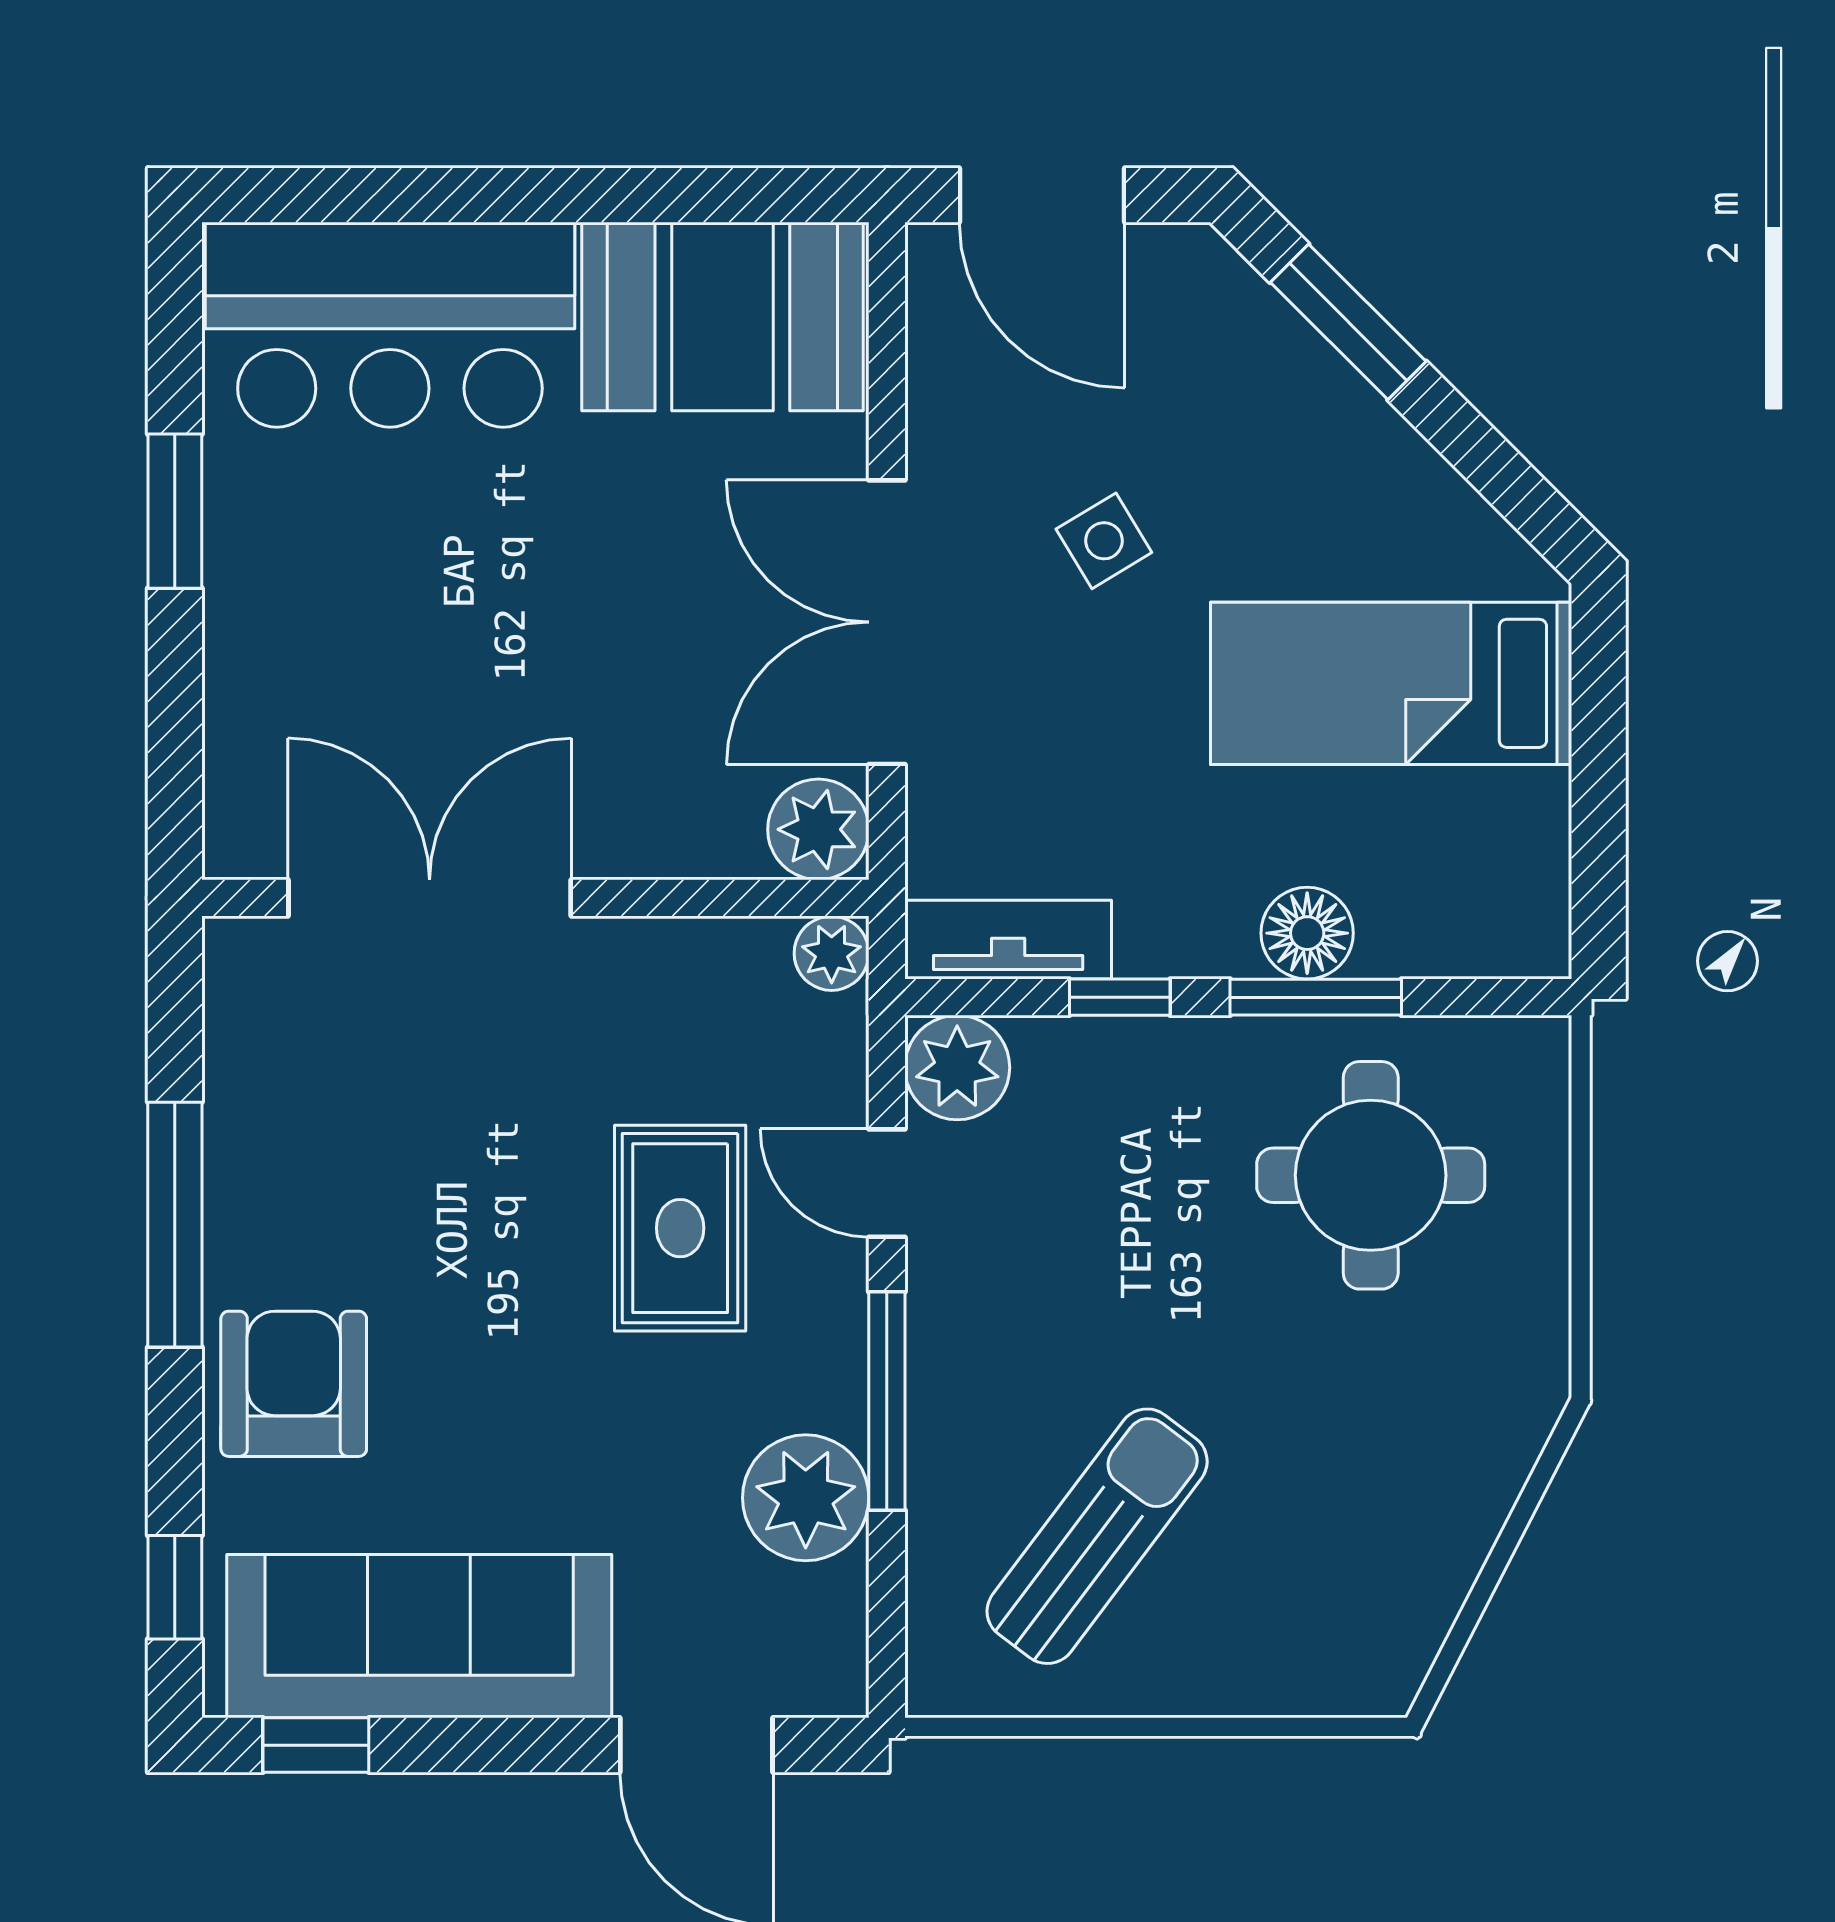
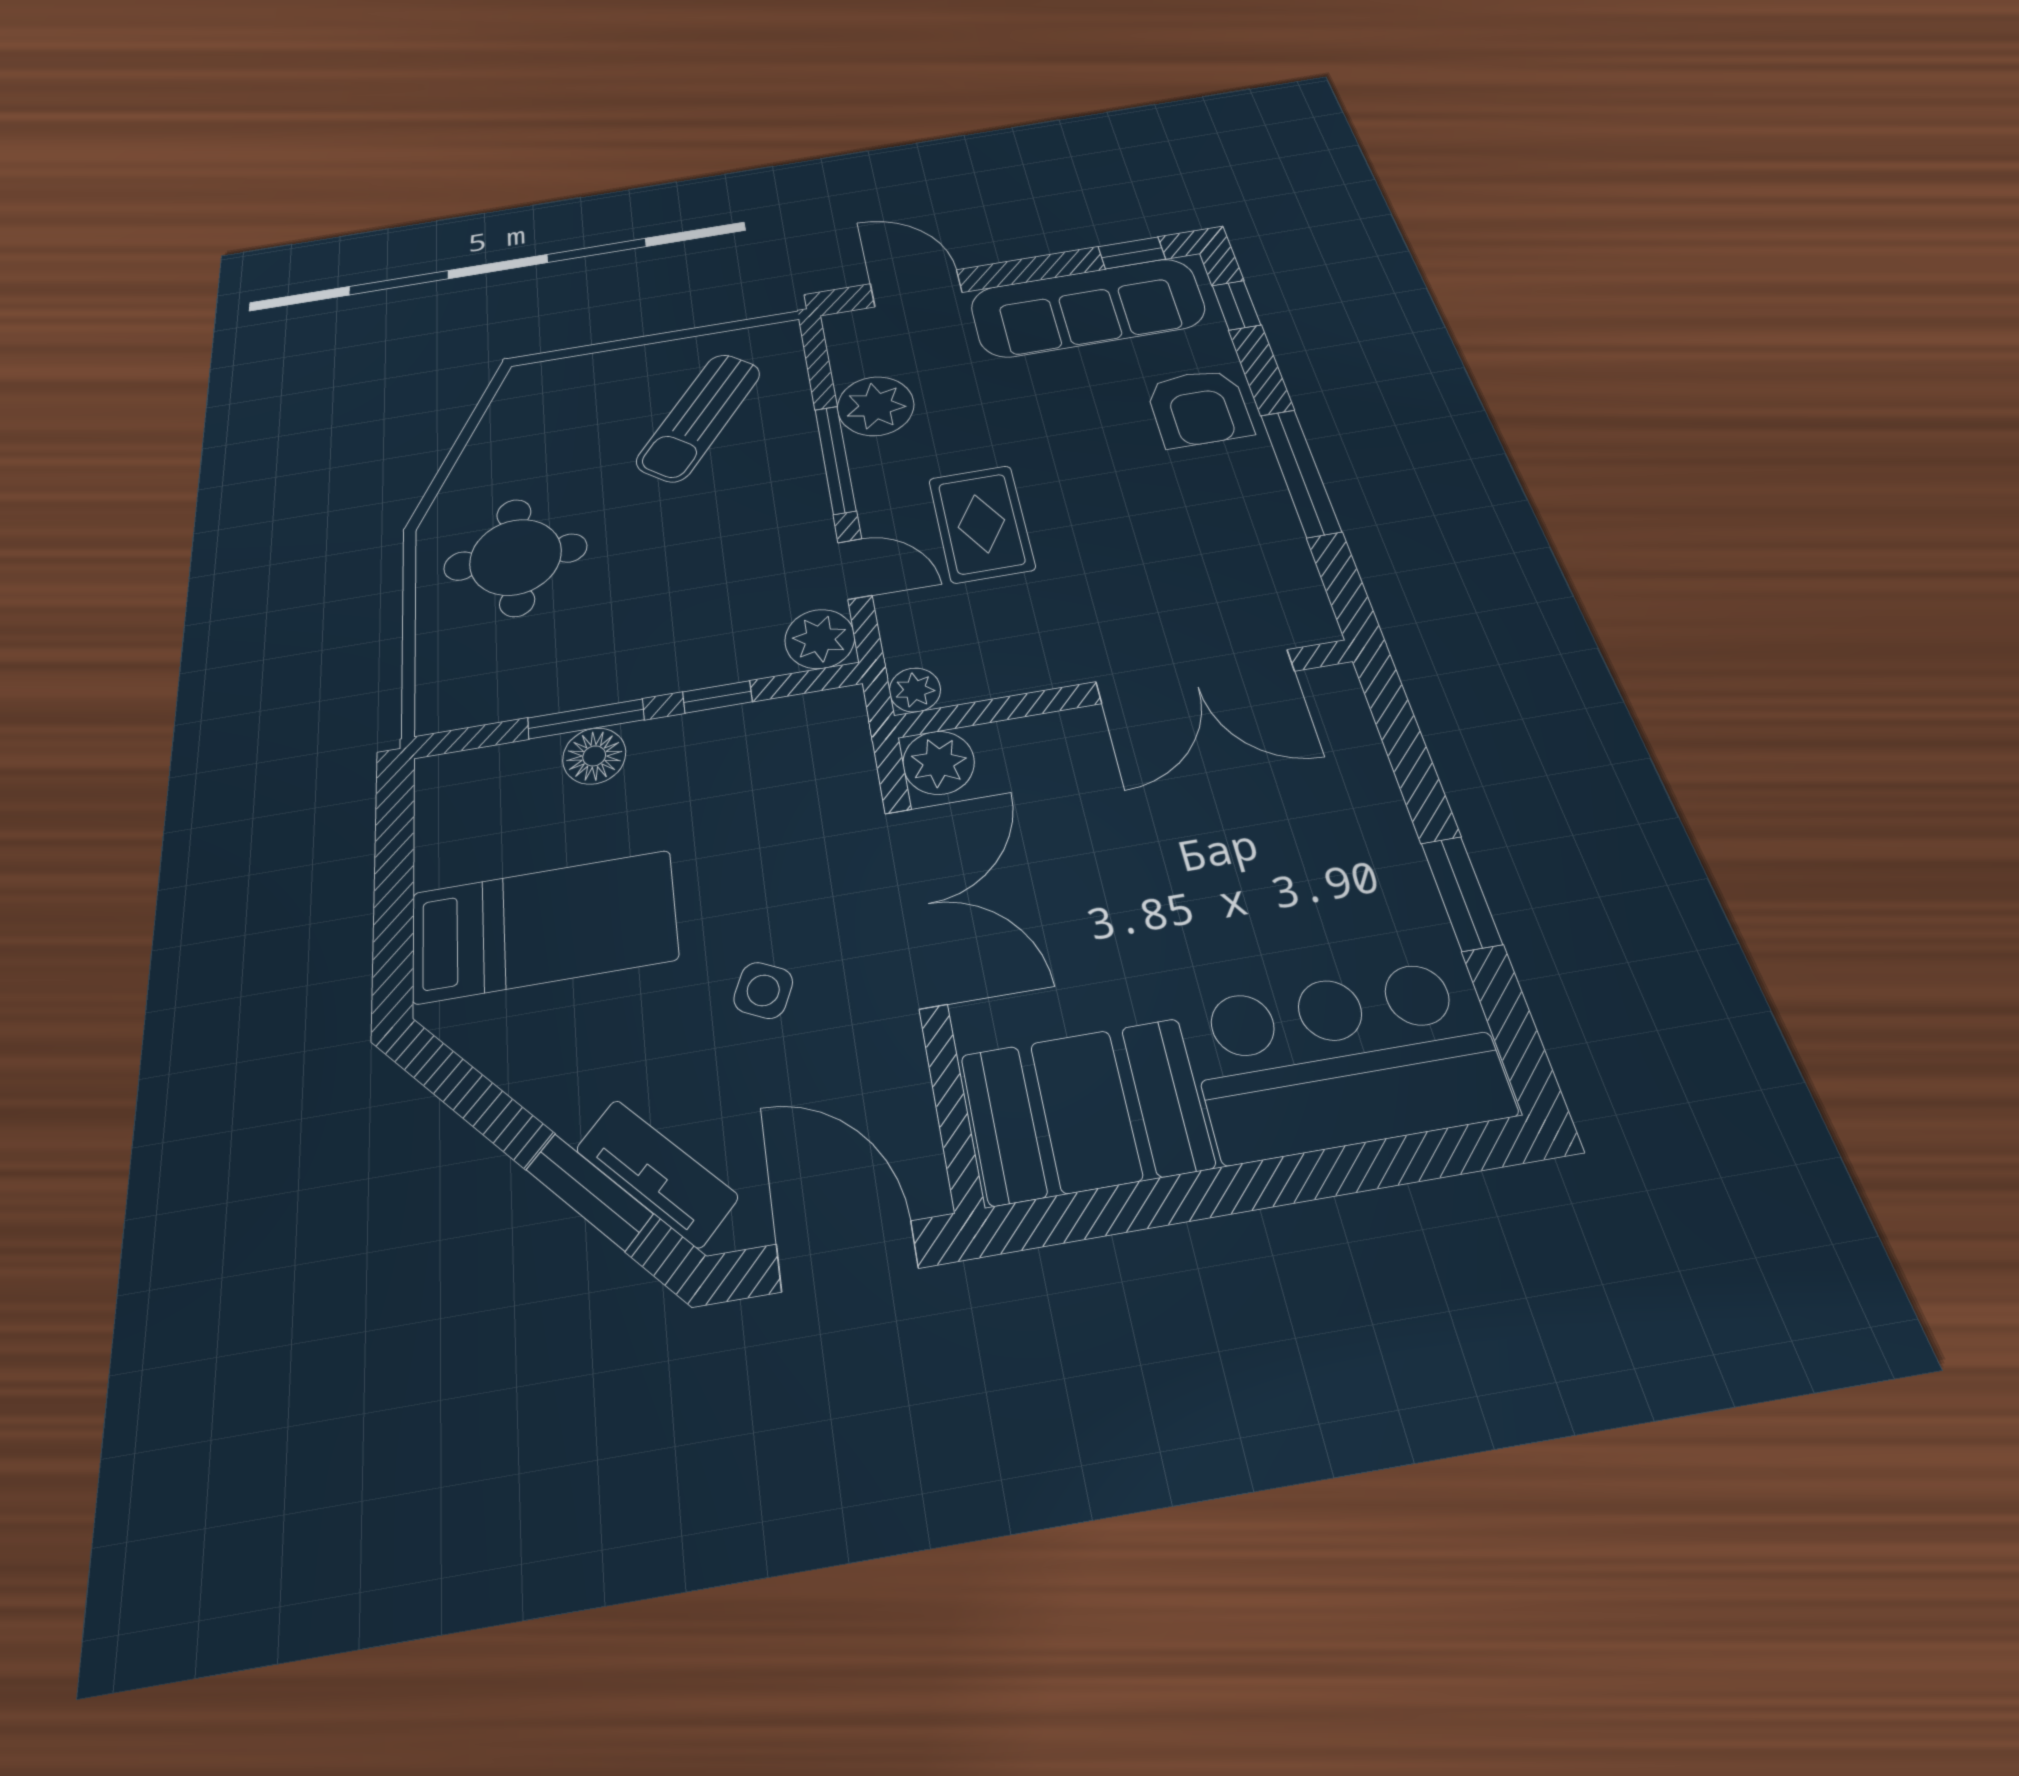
side table: (1104, 541) -> (763, 990), turned -34
tv unit: (1008, 940) -> (657, 1173), moved, turned -135
round table: (1371, 1175) -> (515, 557), moved

